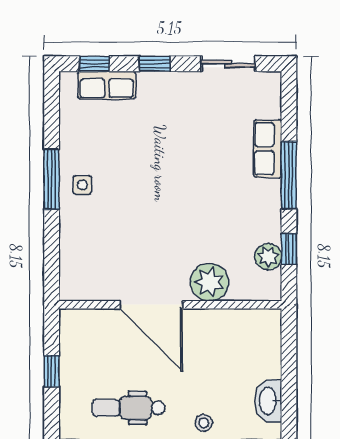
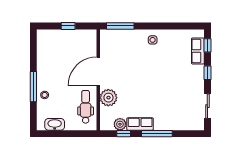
row of seats: (268, 149) -> (140, 124), moved
window: (52, 179) -> (120, 26), moved
dental chair: (128, 408) -> (86, 107), moved

